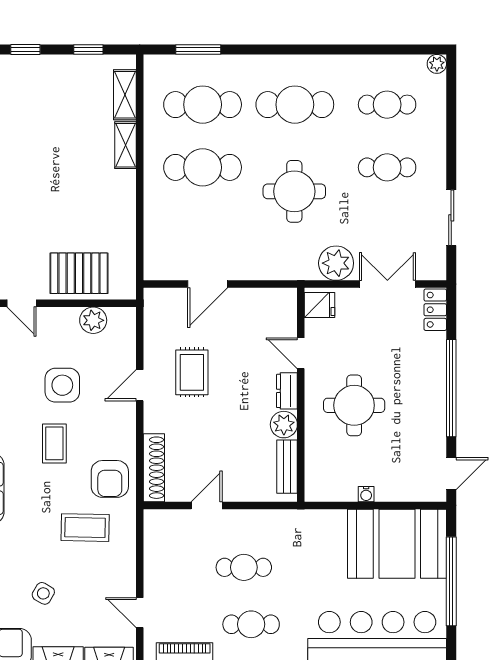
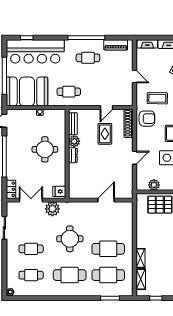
double door: (387, 284) -> (31, 200), swing flipped
door: (301, 353) -> (67, 171), removed
rug: (192, 372) -> (105, 134), moved
armchair: (110, 479) -> (147, 119), turned 90
cafe table: (244, 567) -> (69, 92), moved
door: (140, 613) -> (134, 77), moved

